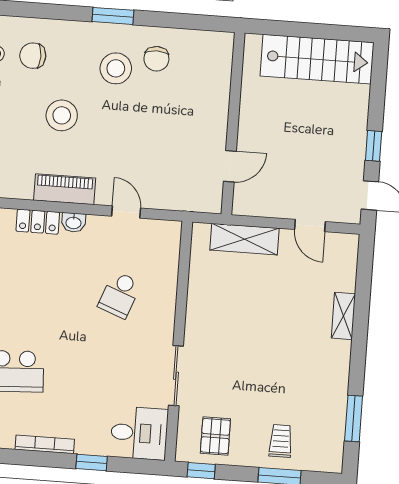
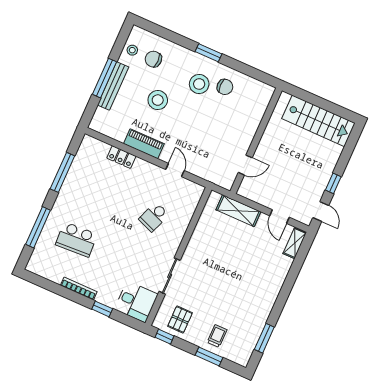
chair: (156, 59) -> (225, 87), turned -90
washbasin: (74, 222) -> (142, 165), removed
shelving: (343, 316) -> (295, 243), moved

